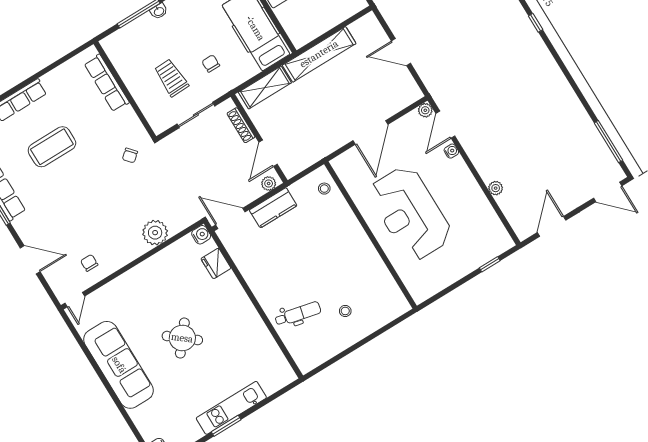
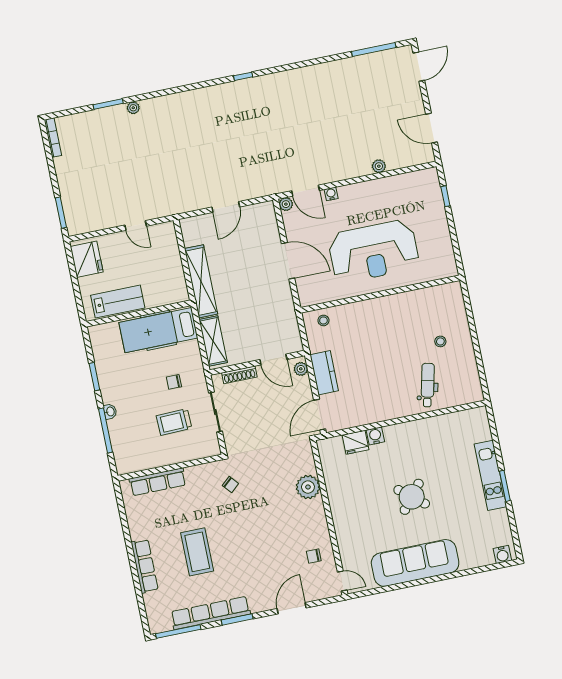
water cooler: (201, 235) -> (375, 436), moved

